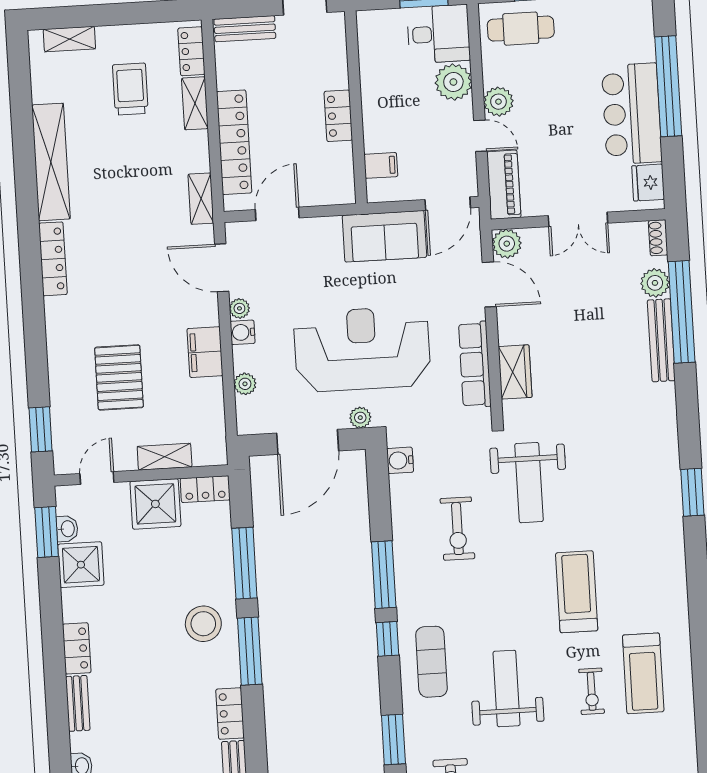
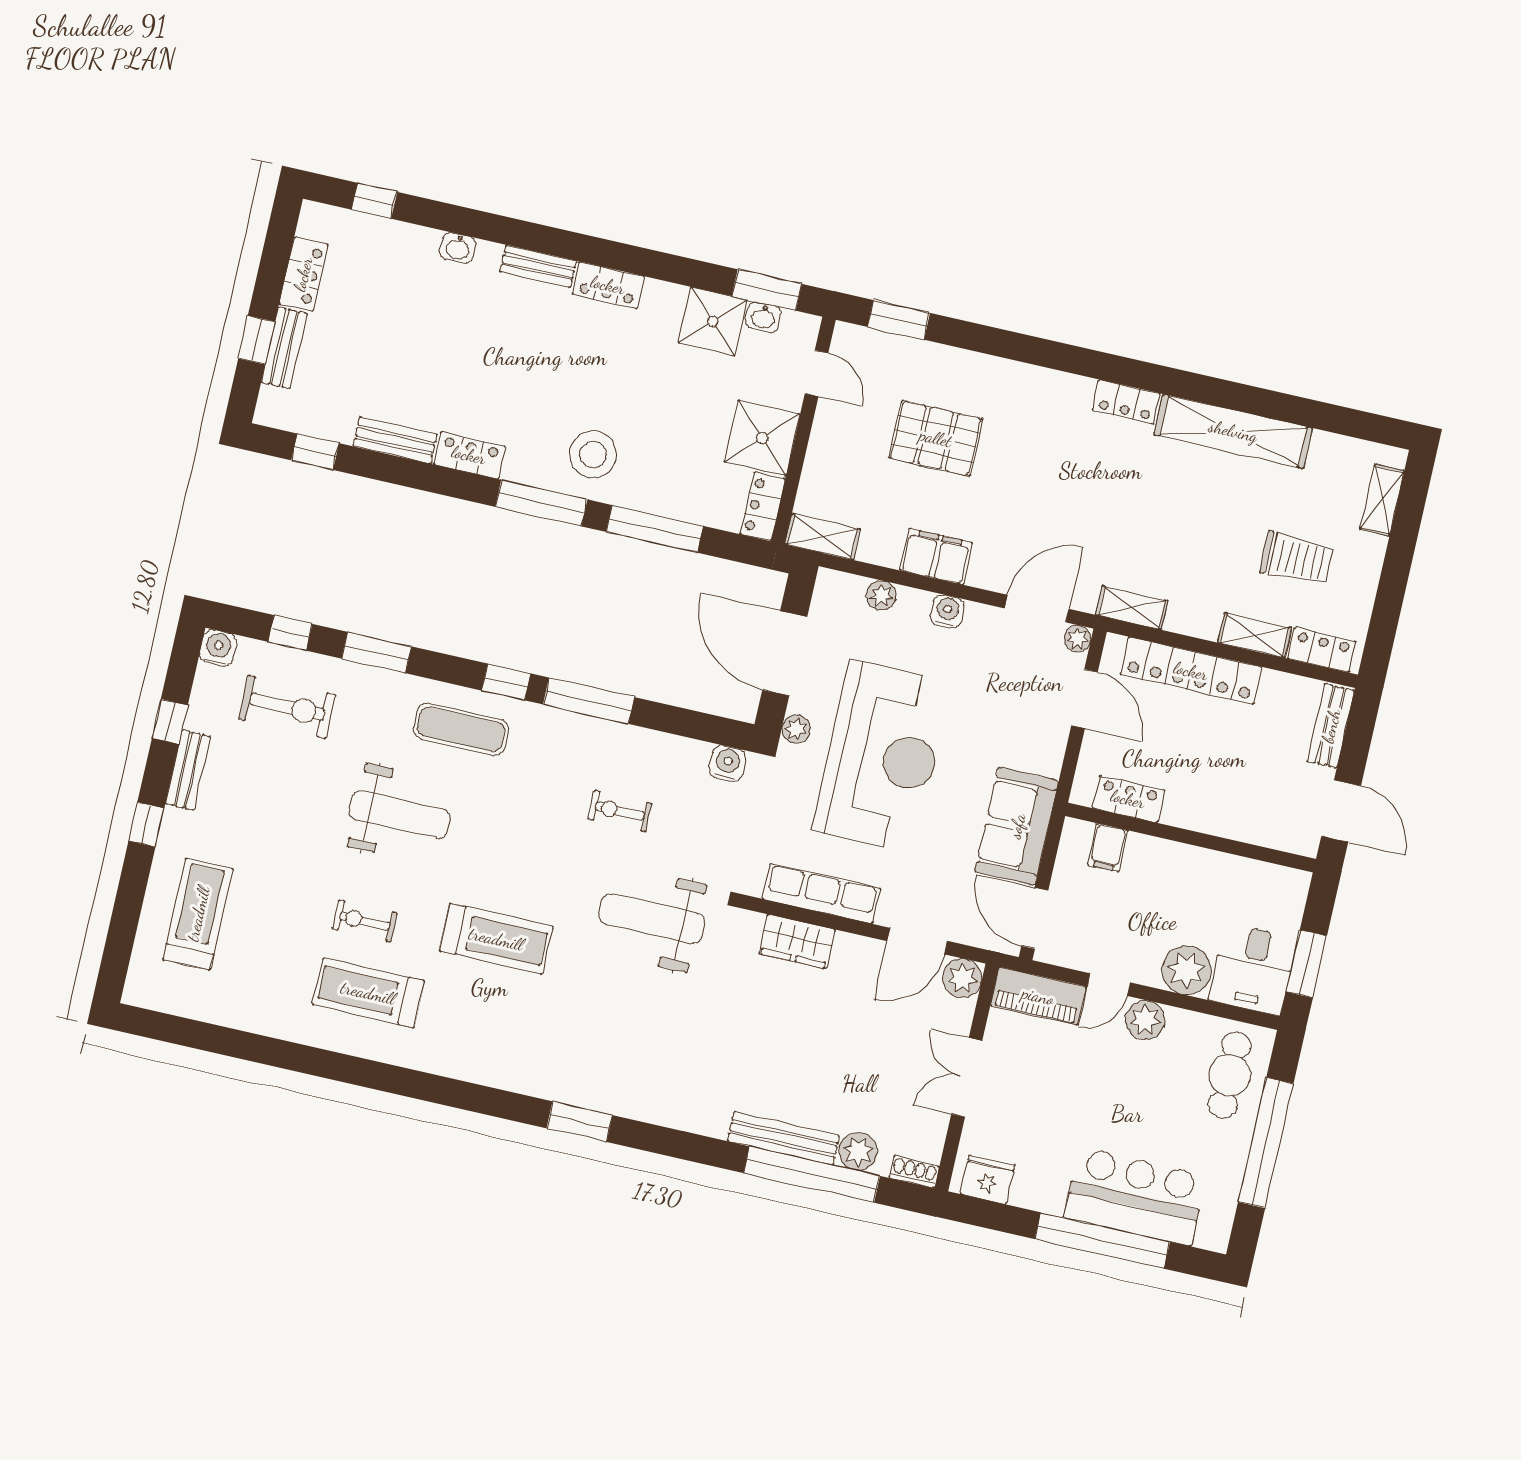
bar counter: (632, 114) -> (1135, 1196), moved
locker: (338, 116) -> (1128, 799), moved
locker: (53, 259) -> (1126, 402), width x0.66
plant: (239, 308) -> (1077, 639), moved
shelving: (165, 457) -> (823, 537), moved, turned 90
exercise bike: (457, 529) -> (620, 811), width x0.73, depth x0.72

